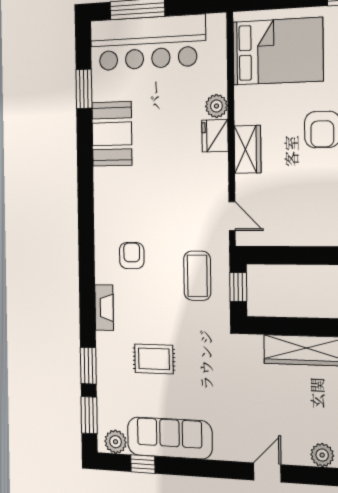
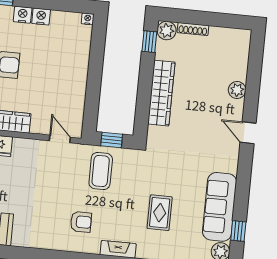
door: (232, 216) -> (60, 139), hinge flipped
armchair: (132, 256) -> (81, 222), turned 180
coffee table: (197, 276) -> (101, 171), turned 90

